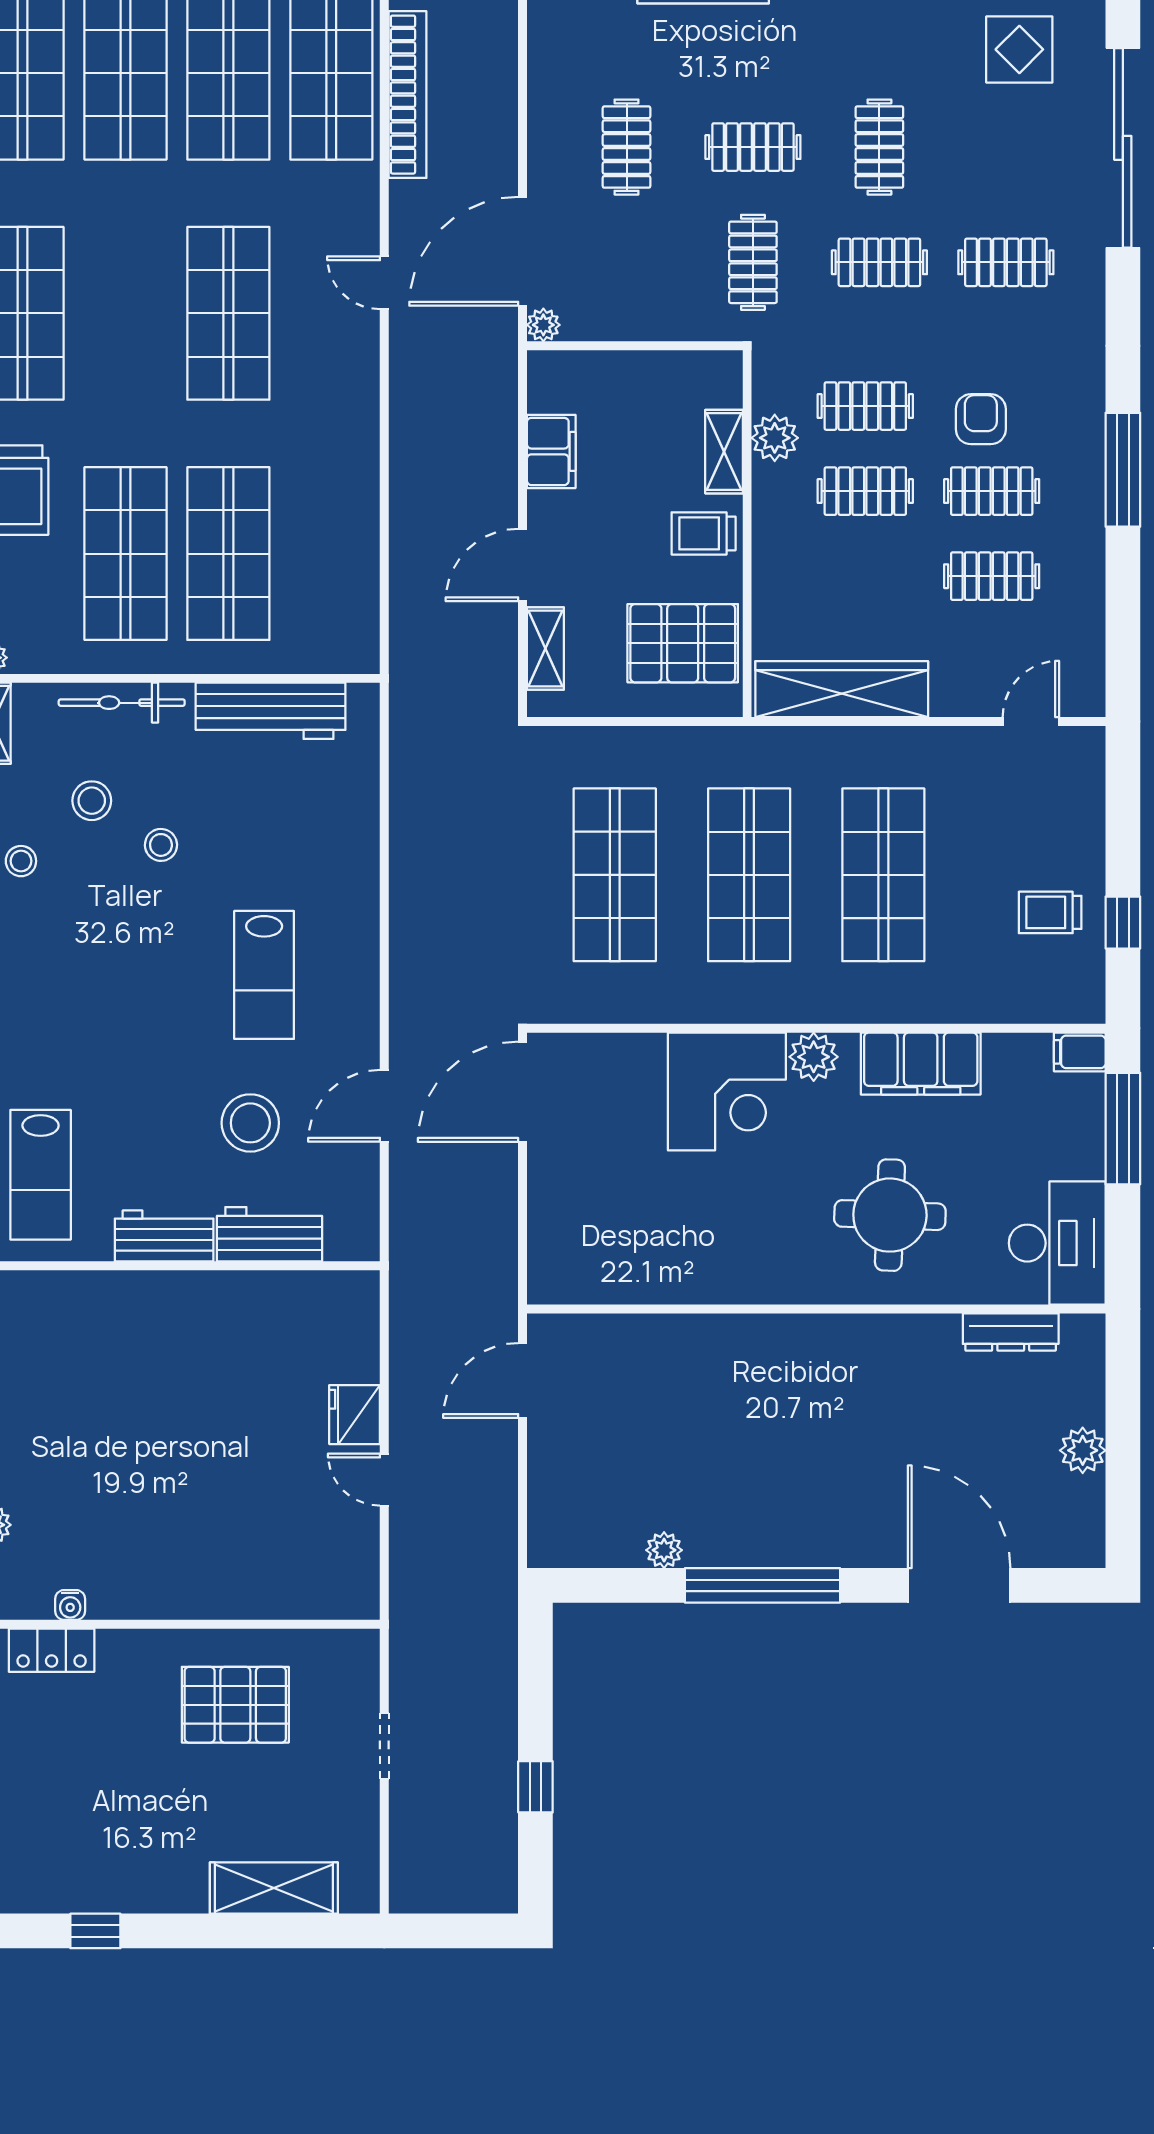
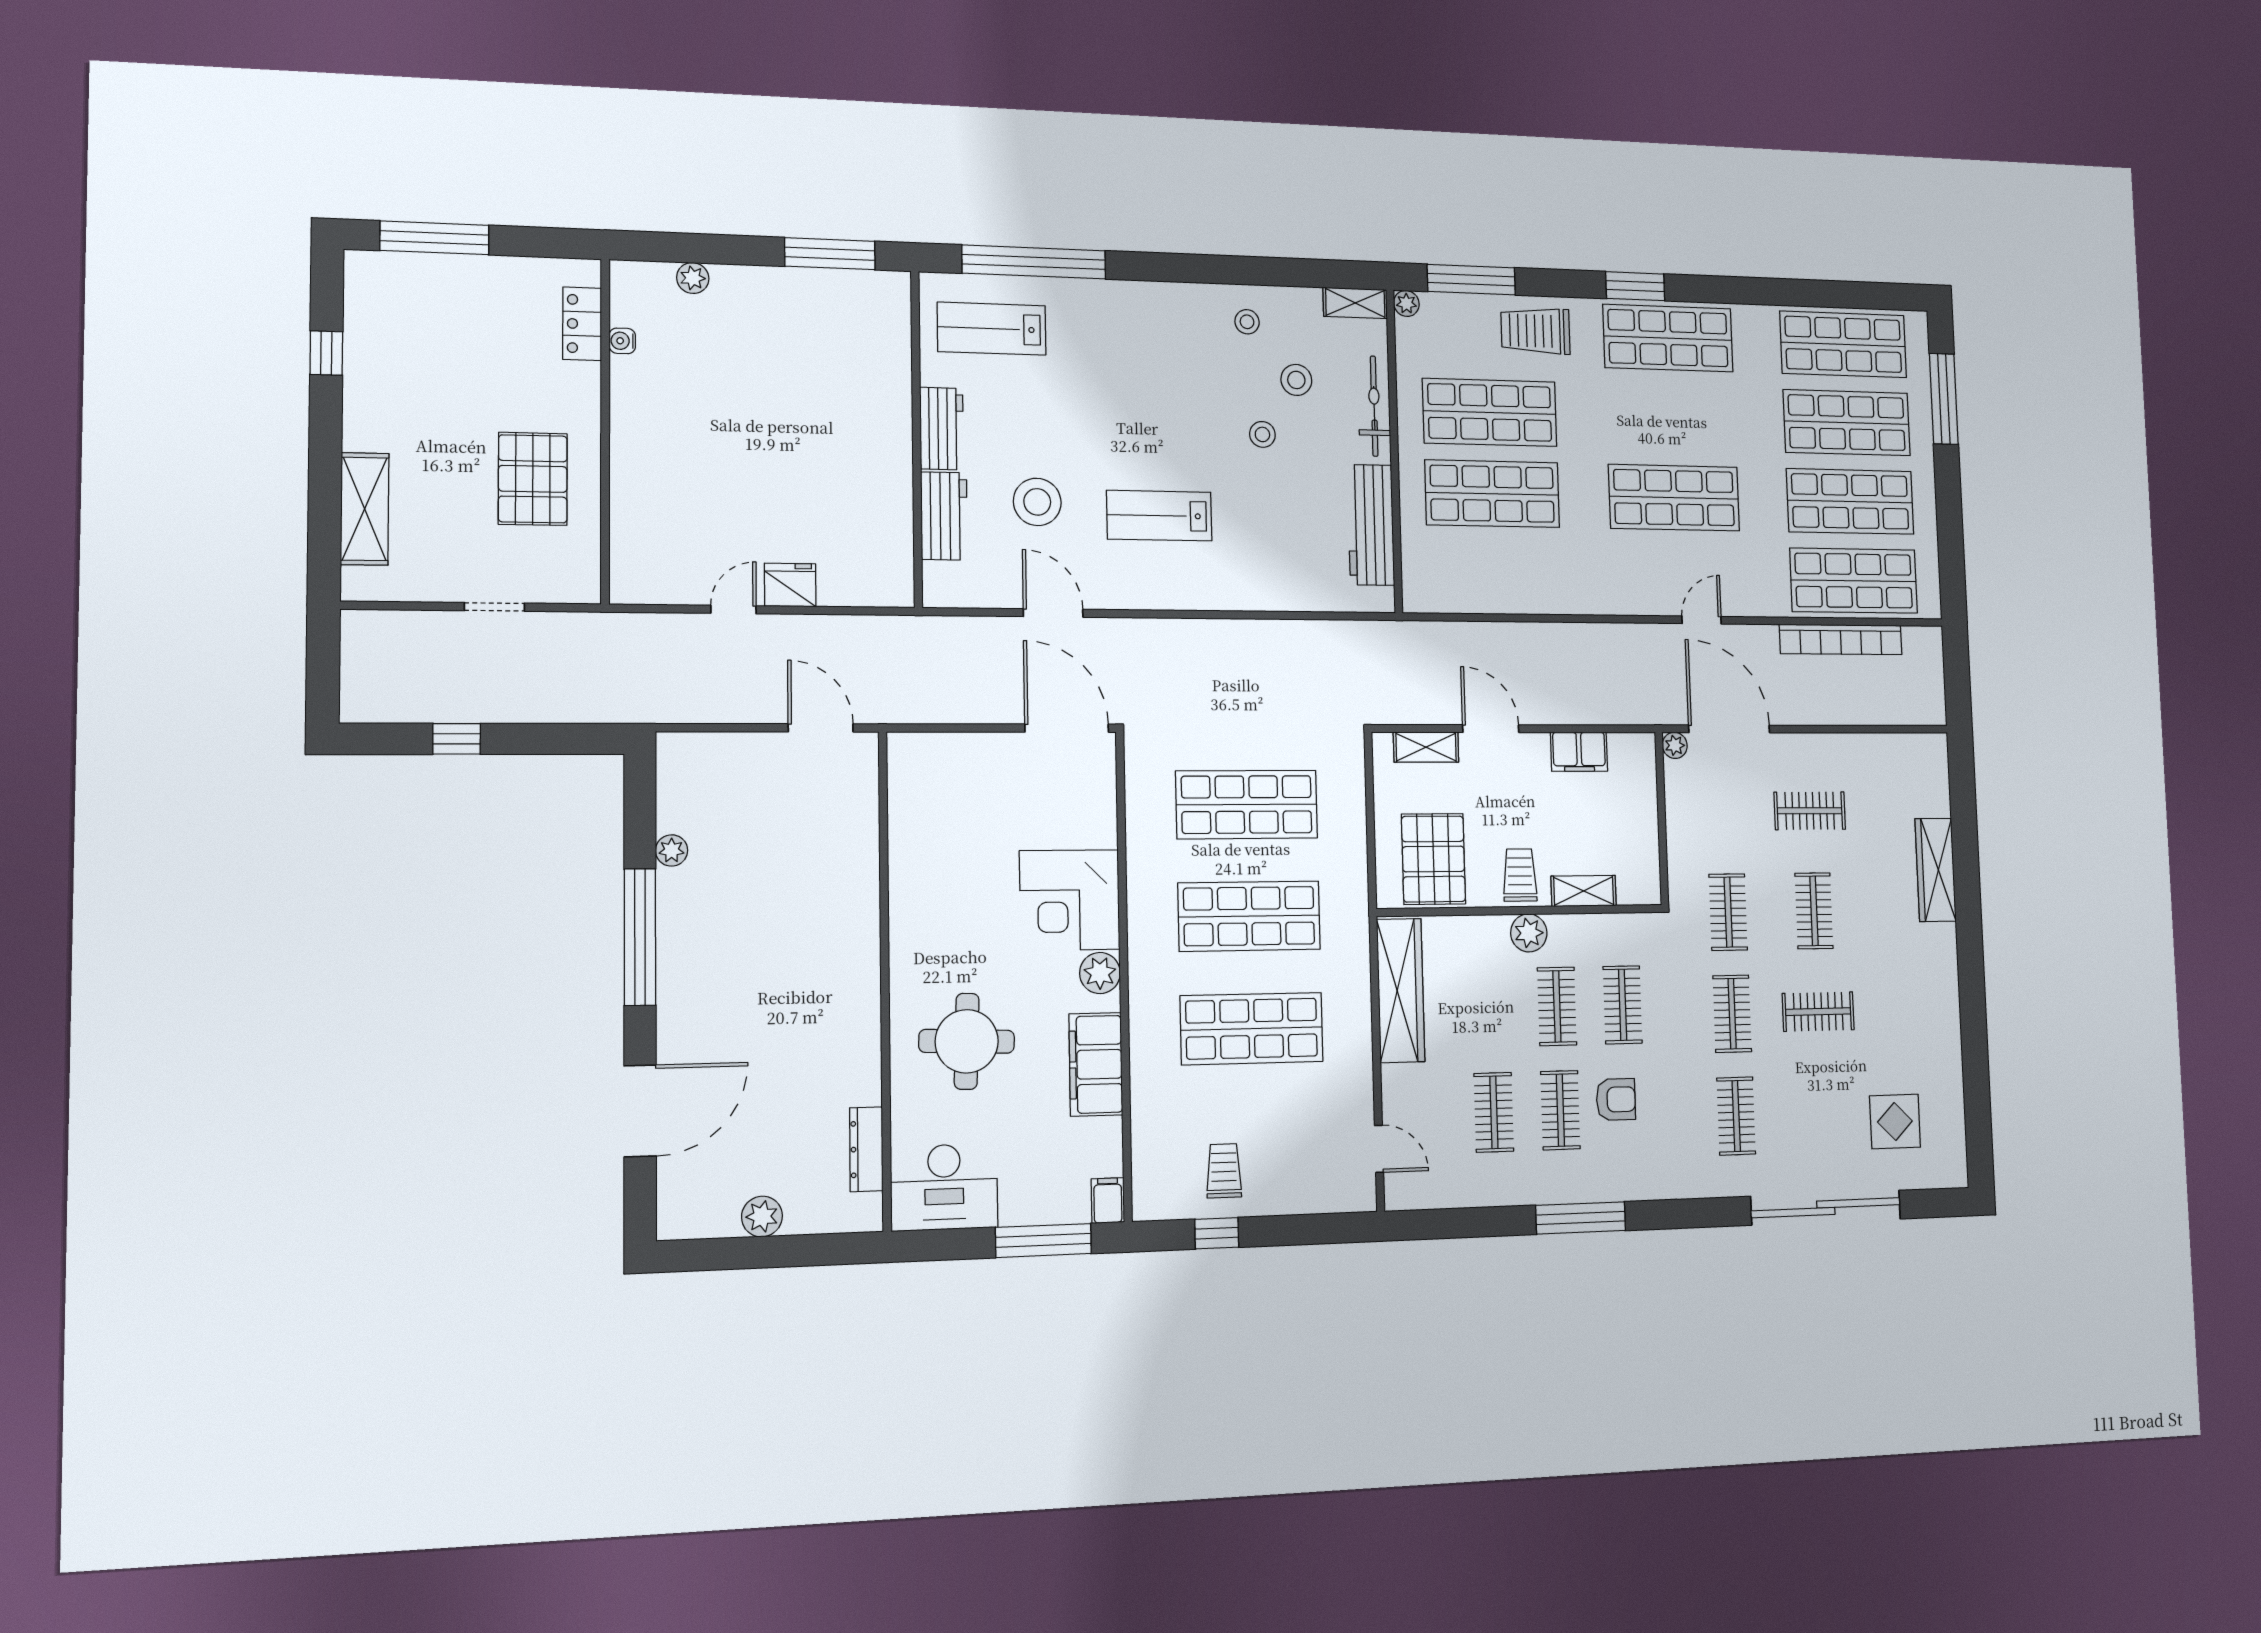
clothes rail: (753, 262) -> (1728, 912), turned 90
plant: (775, 438) -> (1529, 933), moved

